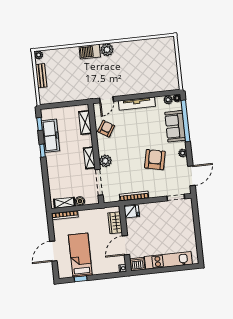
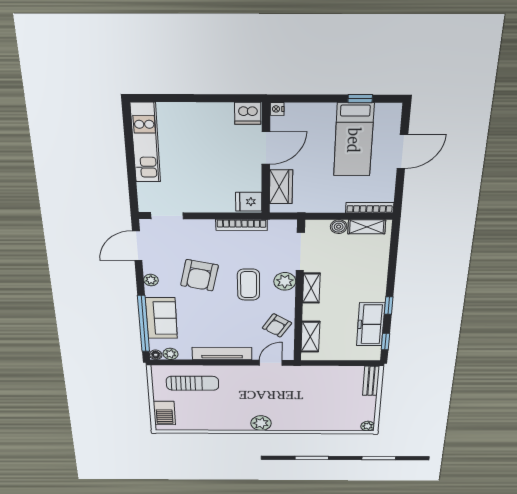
barbecue: (90, 52) -> (164, 413), moved, turned 90
bench: (41, 76) -> (371, 381), moved
sun lounger: (153, 78) -> (192, 383), added
coffee table: (126, 156) -> (248, 285), added
kitchen unit: (168, 260) -> (146, 143), moved, turned -90

